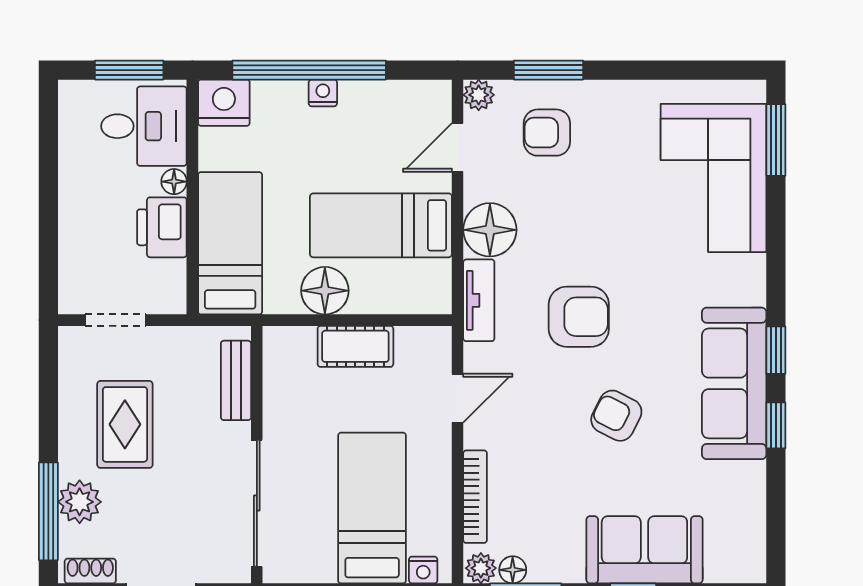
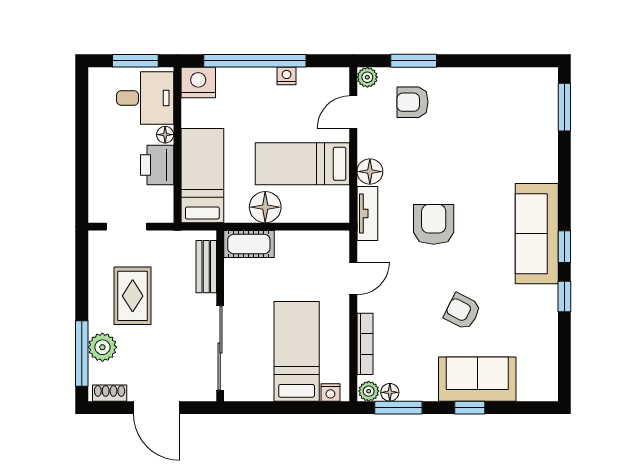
nightstand: (323, 93) -> (287, 76), moved
corner sofa: (713, 178) -> (523, 132), removed
floor lamp: (490, 230) -> (370, 172), width x0.73, depth x0.73
armchair: (579, 317) -> (434, 224), turned -90
cot: (355, 346) -> (249, 244), moved
sofa: (734, 383) -> (537, 234), moved
armchair: (616, 416) -> (462, 311), moved

